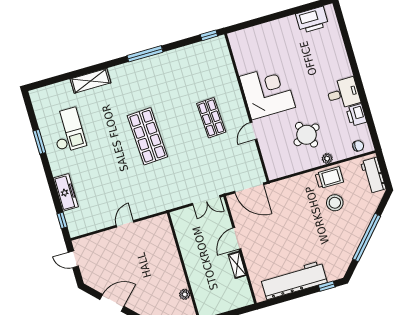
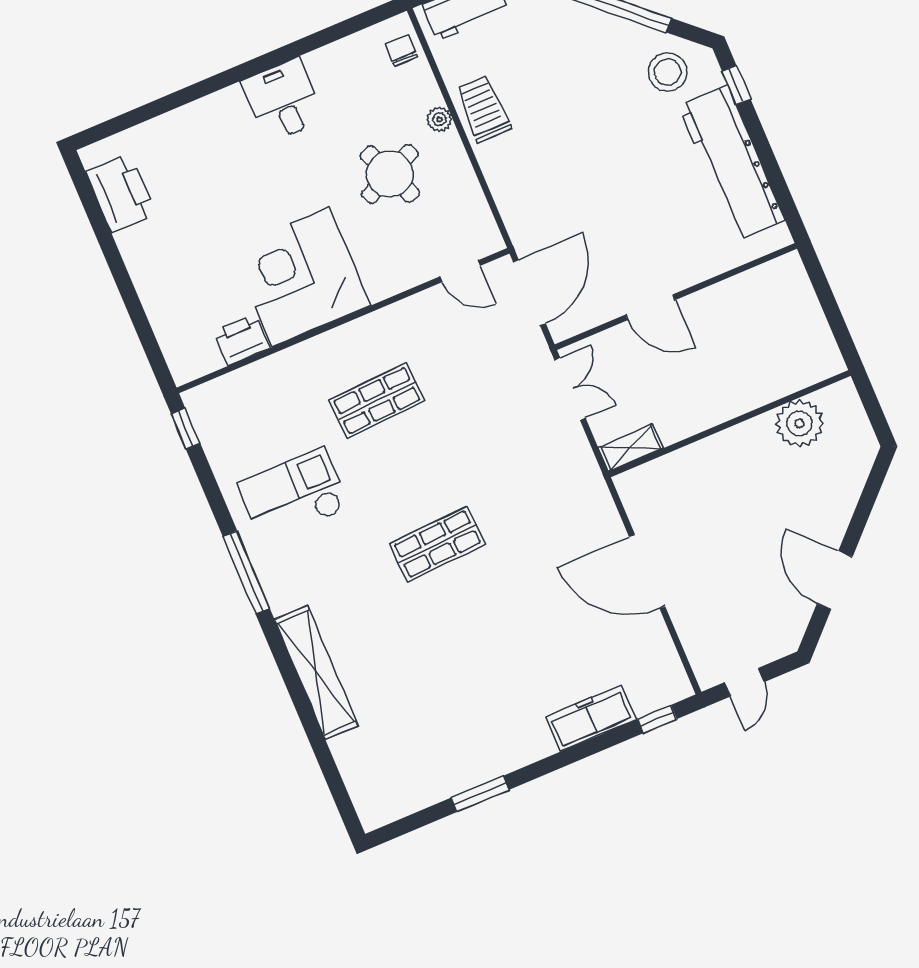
shelving: (90, 81) -> (316, 673), width x1.47
printer: (356, 115) -> (242, 340), moved, turned 180
checkout: (68, 130) -> (293, 495), moved
door: (253, 131) -> (460, 271), moved
shop shelf: (147, 136) -> (437, 544), width x0.70, depth x0.74
stool: (335, 203) -> (668, 72), moved
door: (125, 224) -> (647, 572), width x1.87
shelving: (237, 265) -> (630, 448), moved
plant: (185, 294) -> (799, 423), width x1.87, depth x1.87

